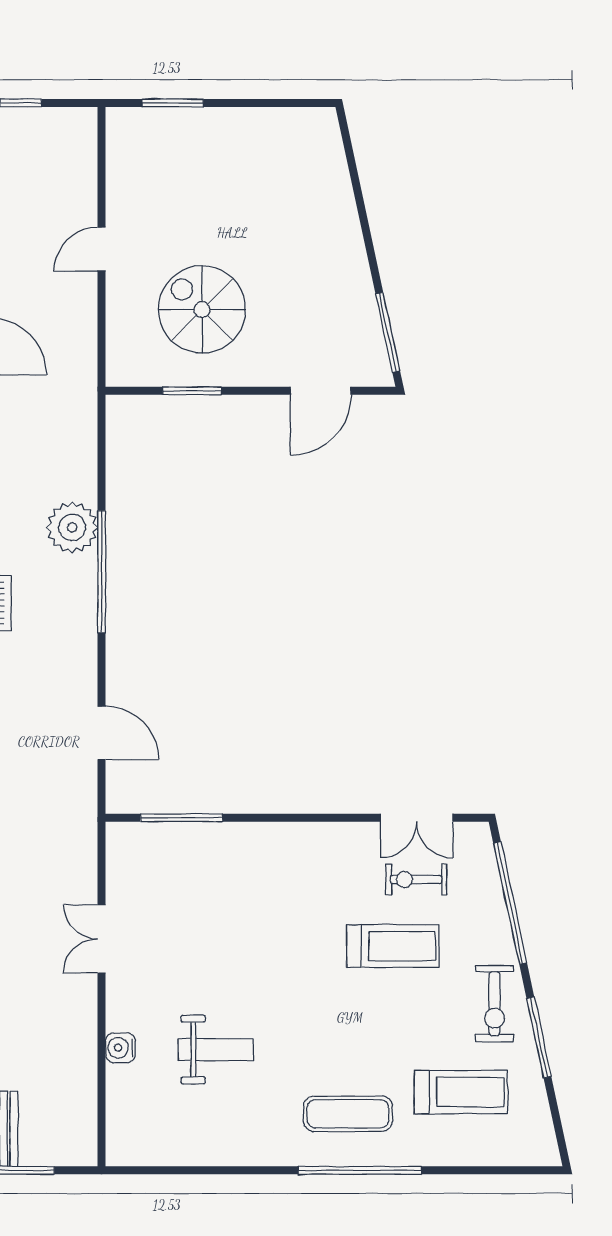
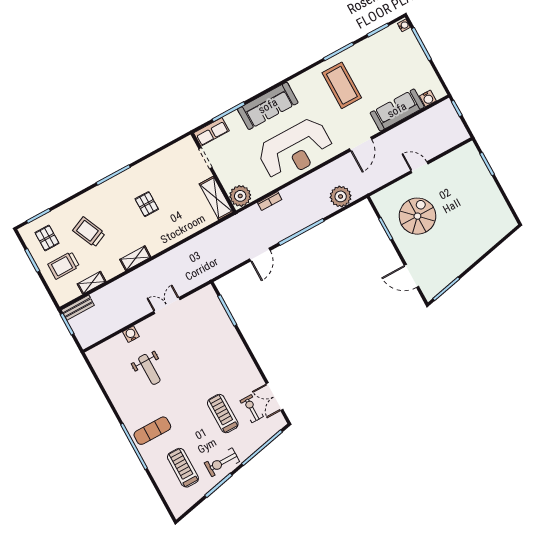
plant: (72, 527) -> (341, 196), moved
door: (102, 733) -> (260, 255), moved
treadmill: (393, 946) -> (223, 414), turned 180
treadmill: (461, 1092) -> (183, 468), turned 180
exercise mat: (348, 1114) -> (152, 431), turned 90

